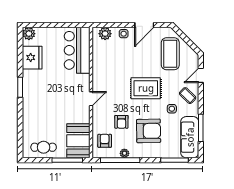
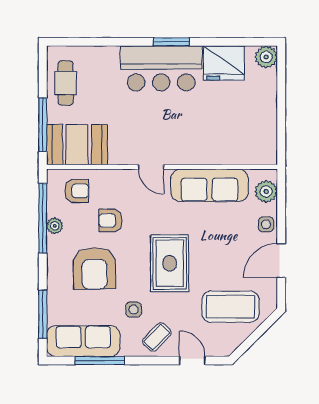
door: (144, 25) -> (281, 261), hinge flipped
bar counter: (77, 50) -> (161, 68), moved, turned 180
sofa: (102, 66) -> (210, 185), added

